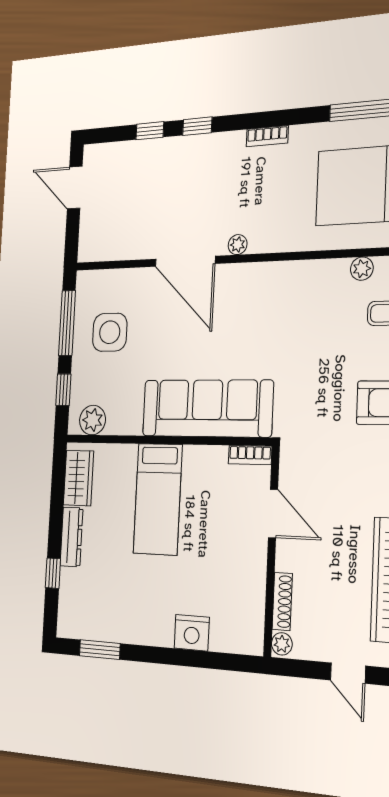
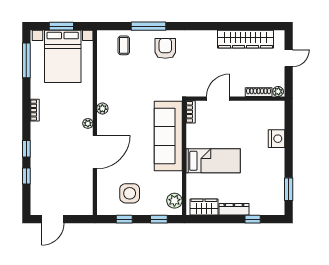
plant: (362, 269) -> (102, 109), moved
window: (67, 323) -> (124, 219), width x0.46

